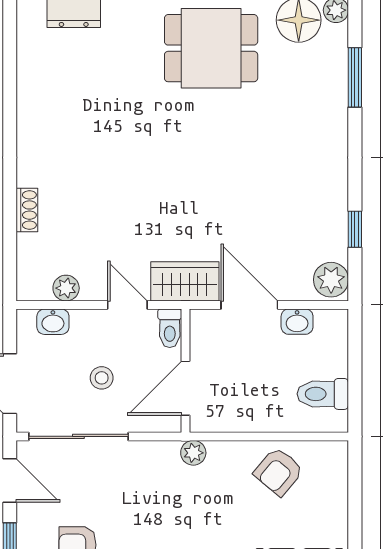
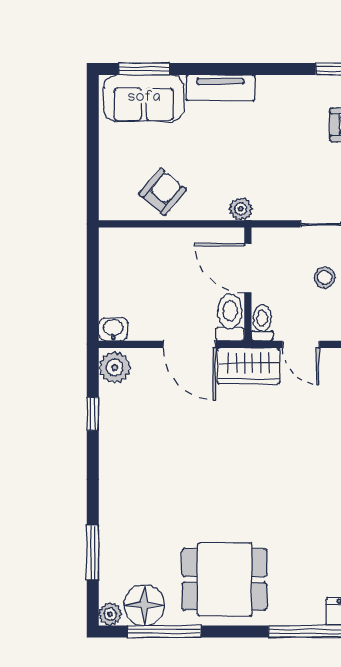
washbasin: (297, 322) -> (113, 329), moved
door: (186, 388) -> (248, 268), swing flipped
toilet: (323, 394) -> (230, 317), moved, turned -90

